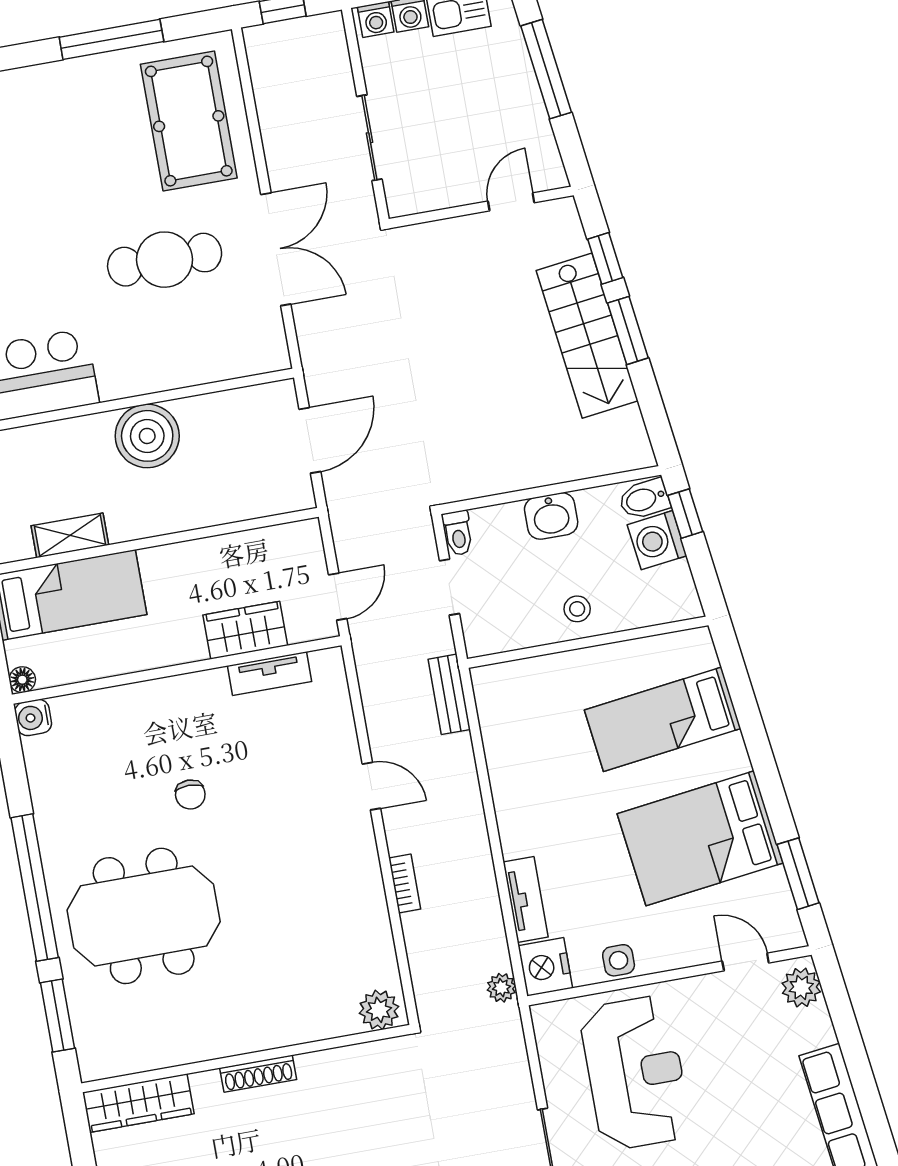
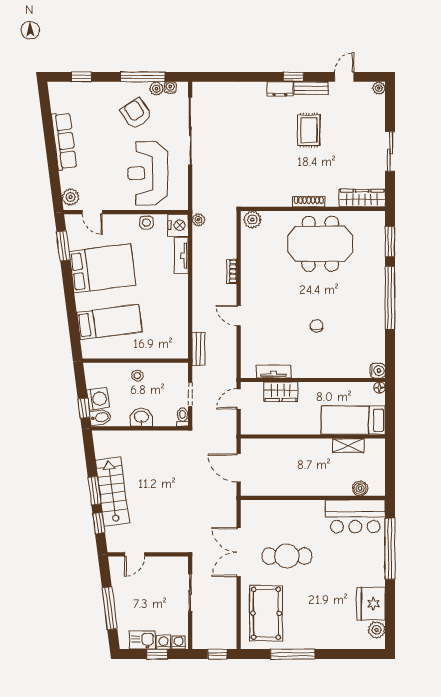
boiler: (147, 436) -> (360, 488), moved, width x0.54, depth x0.54
door: (310, 440) -> (239, 468), hinge flipped
meeting table: (144, 916) -> (320, 244), moved

